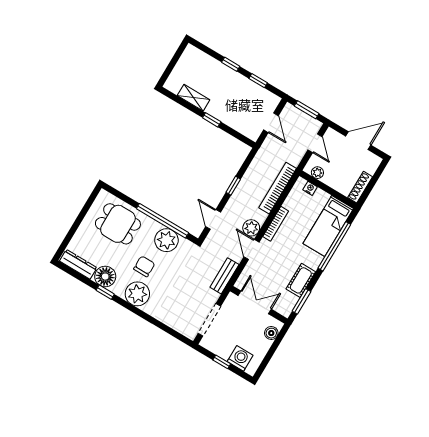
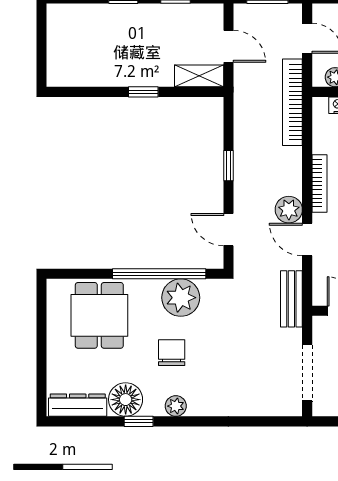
shelving: (194, 98) -> (199, 76), moved
bookcase: (278, 188) -> (292, 102), moved
dining table: (118, 224) -> (99, 315), turned 90
plant: (137, 294) -> (176, 406), width x0.53, depth x0.53

